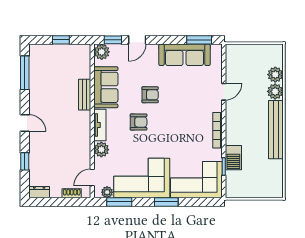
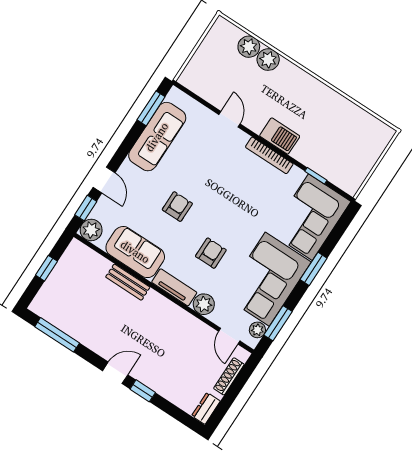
armchair: (139, 122) -> (211, 253), moved
bench: (276, 130) -> (313, 88), removed
barbecue: (233, 158) -> (280, 136), moved
window: (25, 161) -> (143, 391), moved
shoe rack: (72, 193) -> (229, 376), width x1.43

